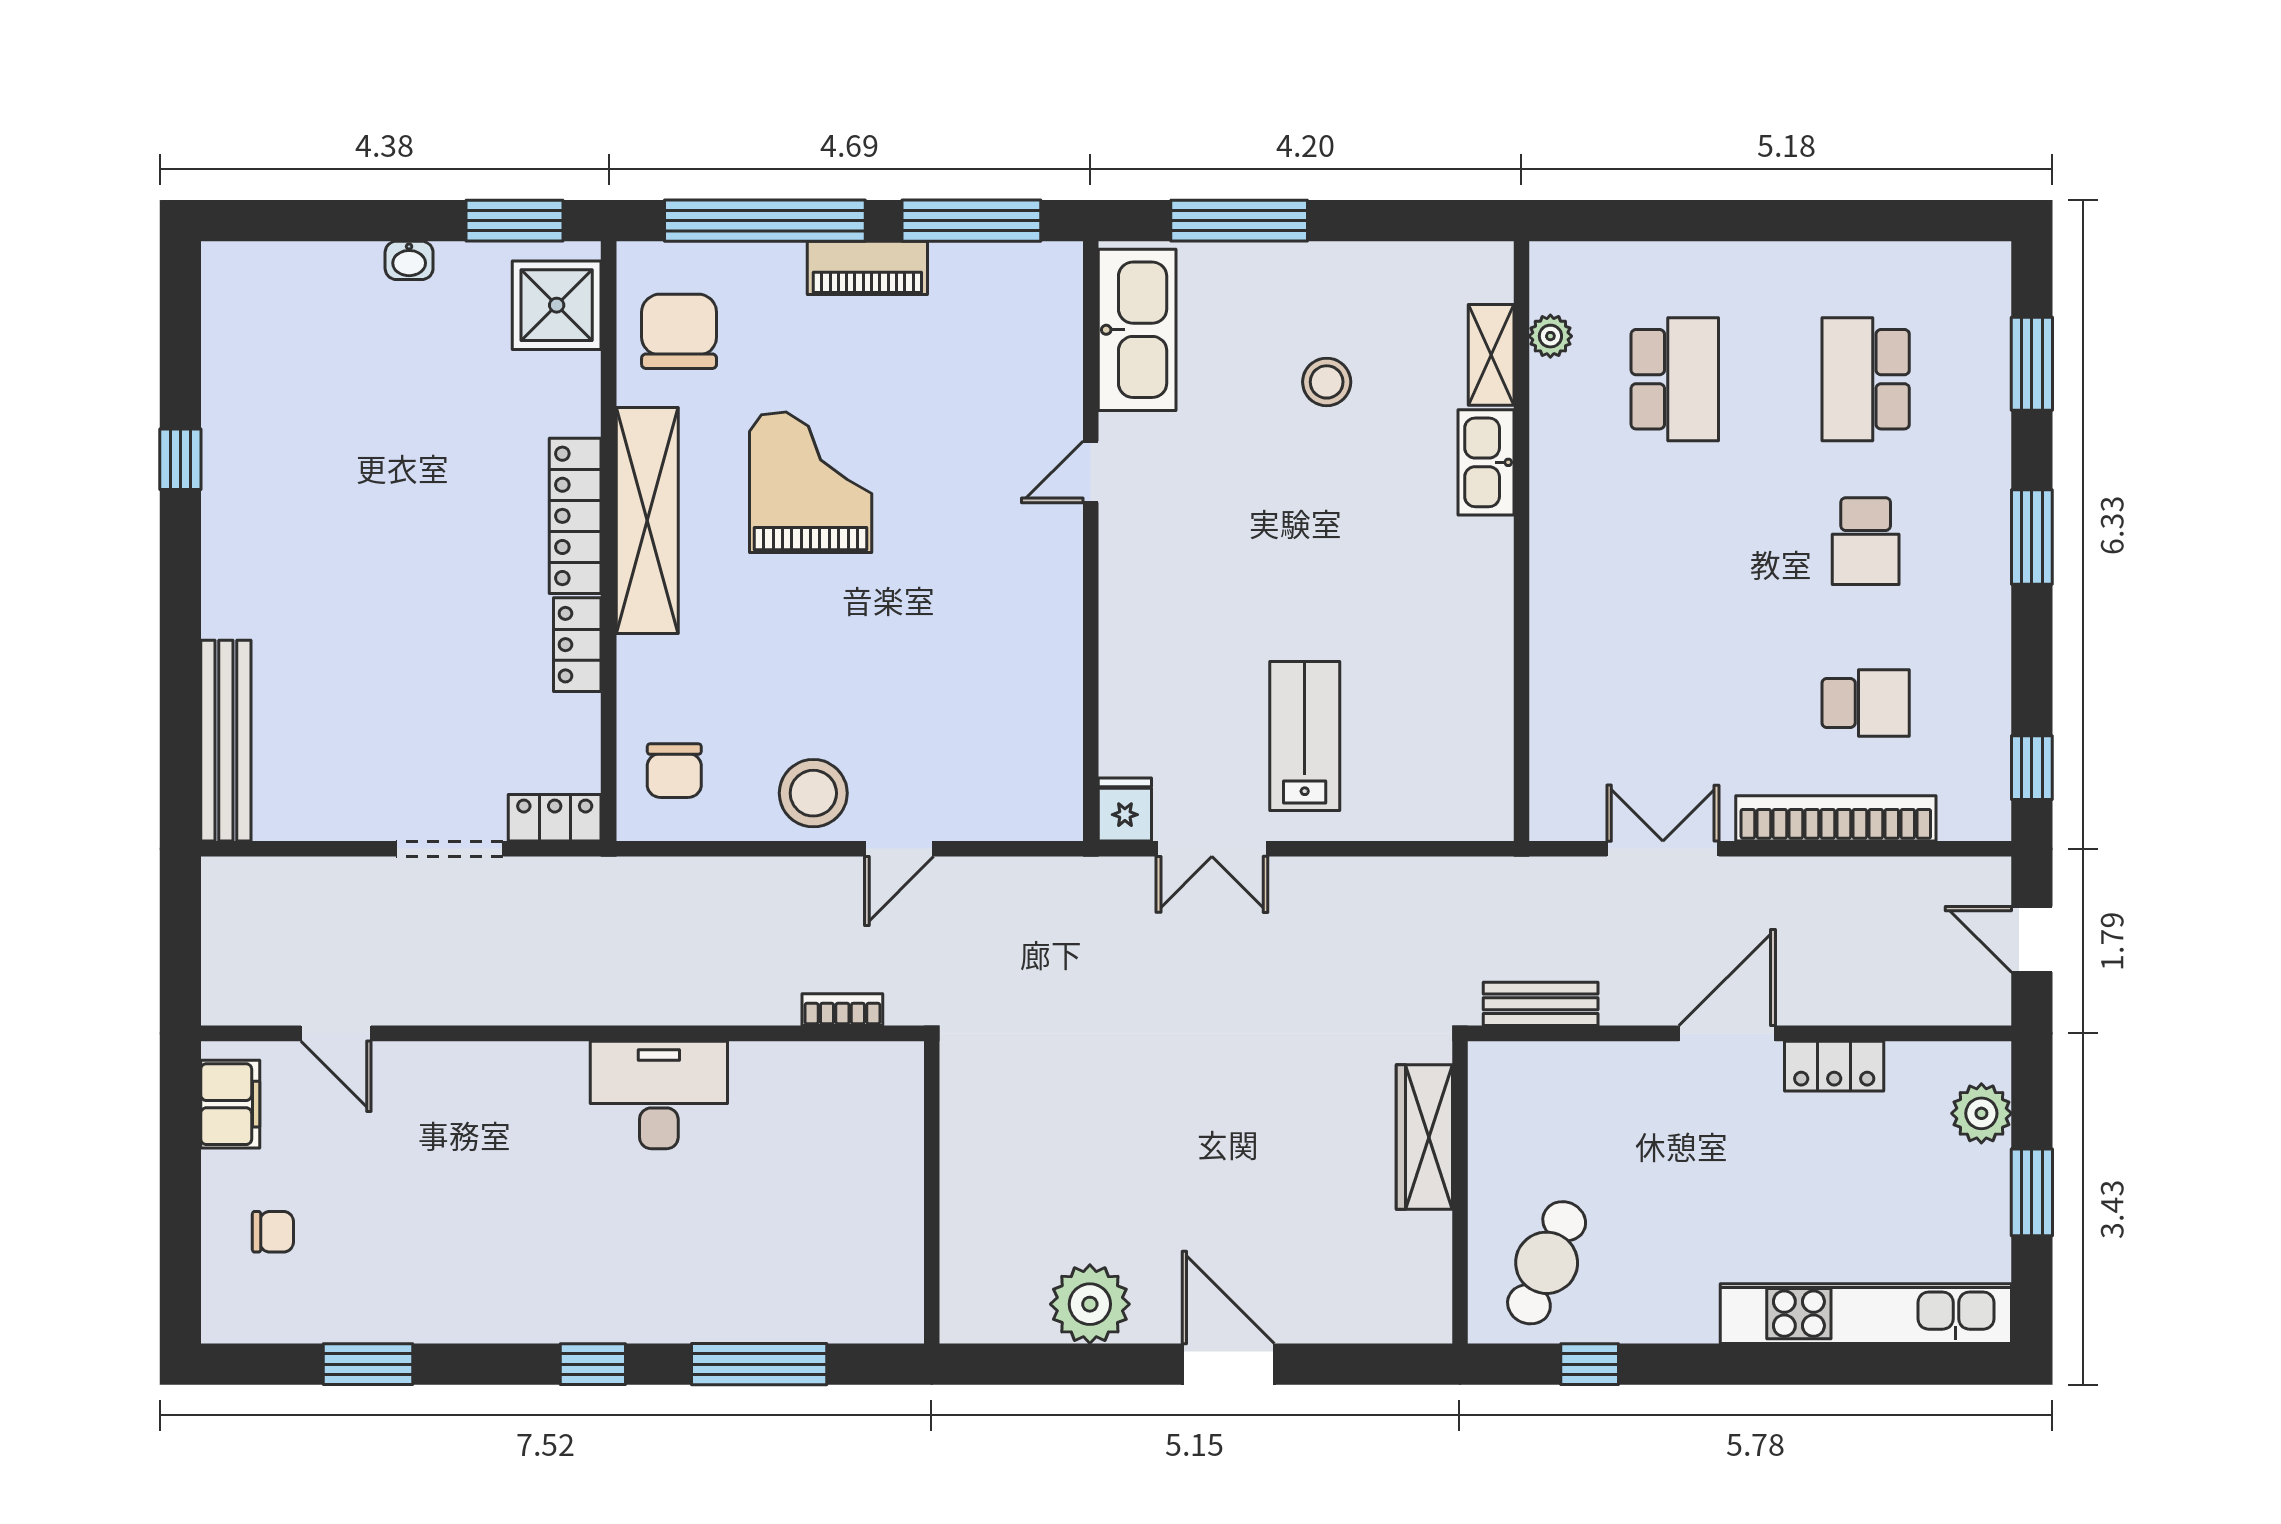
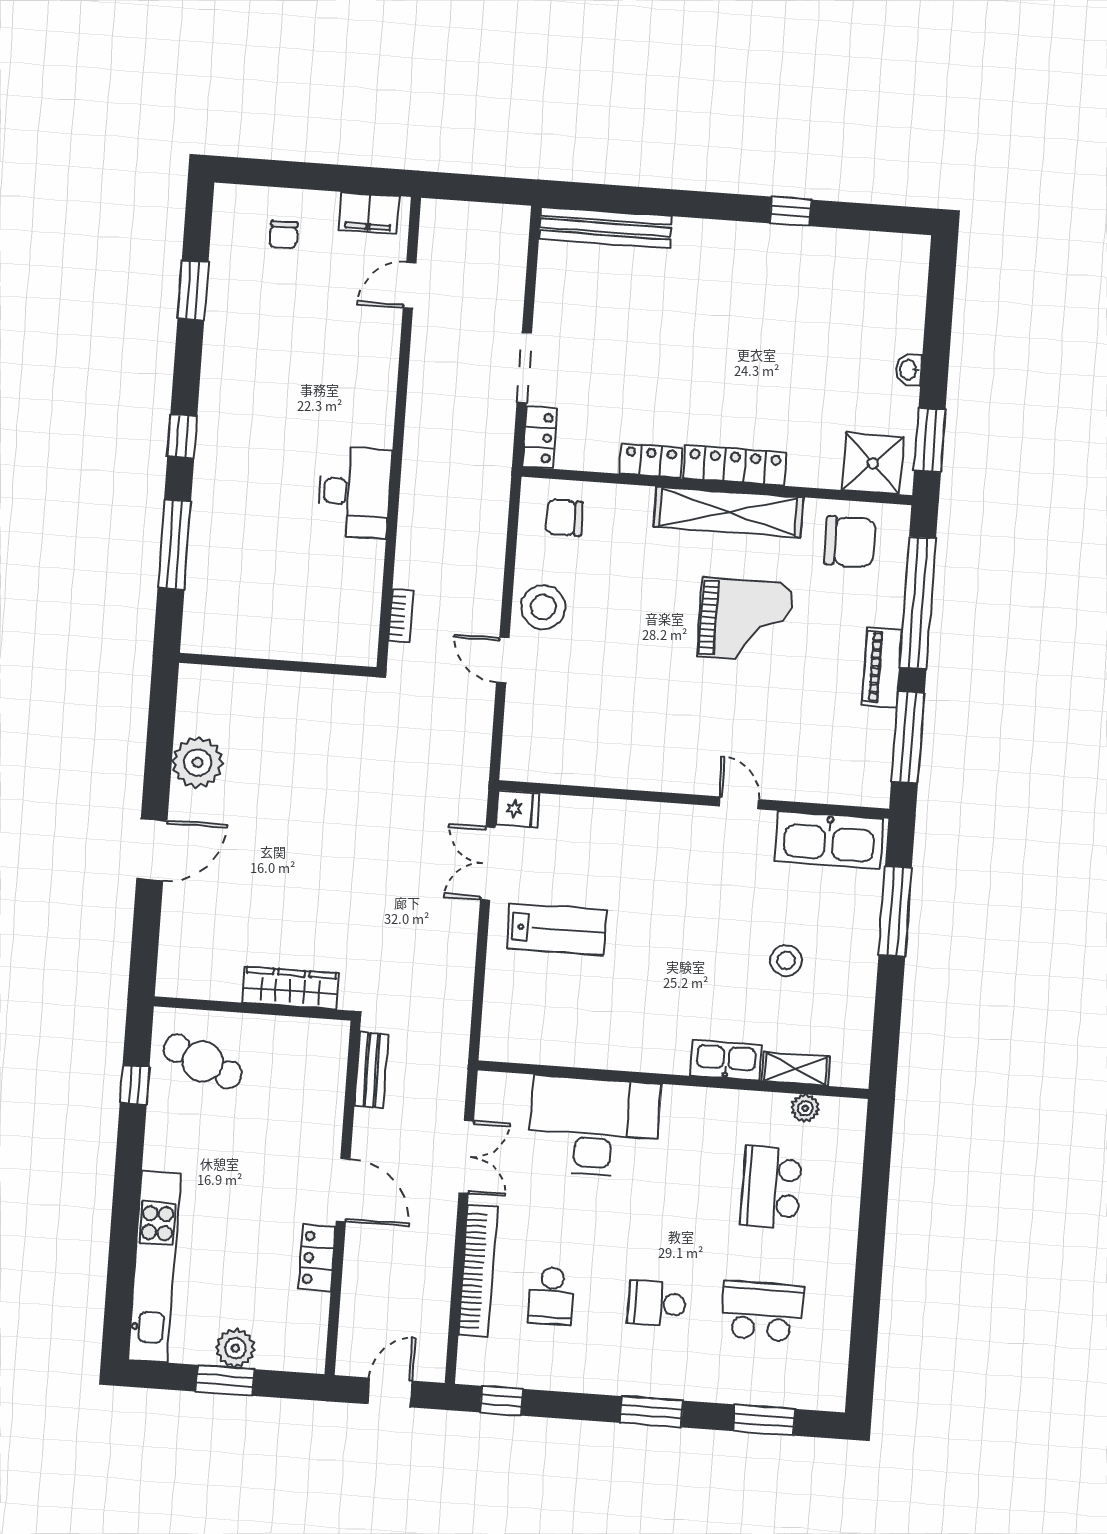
school desk: (1675, 379) -> (771, 1187), turned 90
desk: (1603, 657) -> (594, 1127), added
plant: (1981, 1113) -> (235, 1348), moved

